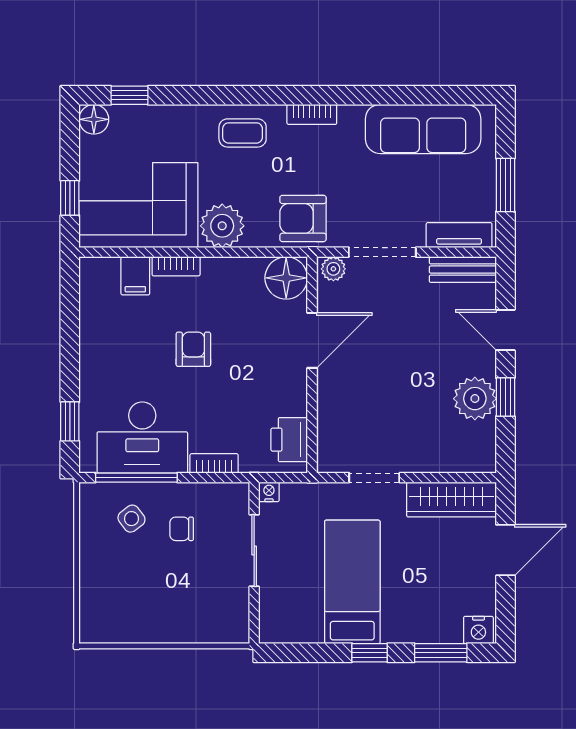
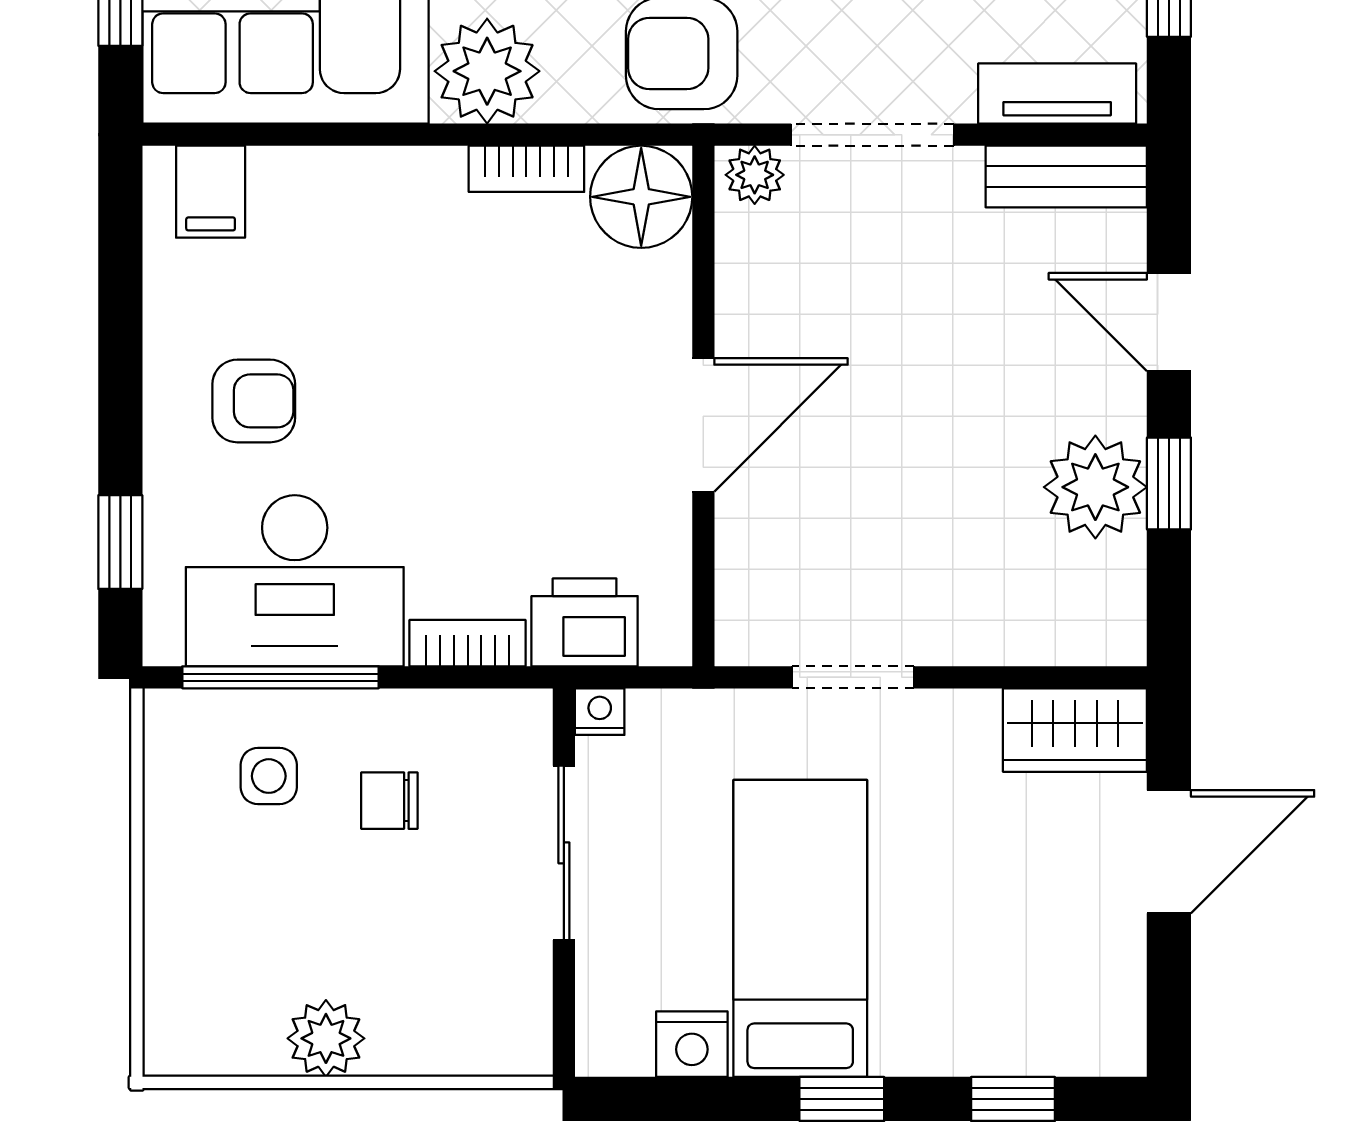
bookcase: (176, 266) -> (526, 169), moved
filing cabinet: (135, 276) -> (211, 192), moved
door: (312, 340) -> (703, 425), moved
armchair: (193, 349) -> (254, 401), moved, turned 90
printer: (289, 440) -> (585, 622), moved, turned 90
wardrobe: (451, 499) -> (1075, 730), width x0.67
side table: (131, 519) -> (269, 776), turned 37
plant: (155, 628) -> (326, 1038), added
nightstand: (478, 630) -> (692, 1044), moved
window: (441, 653) -> (1013, 1099), width x0.67

